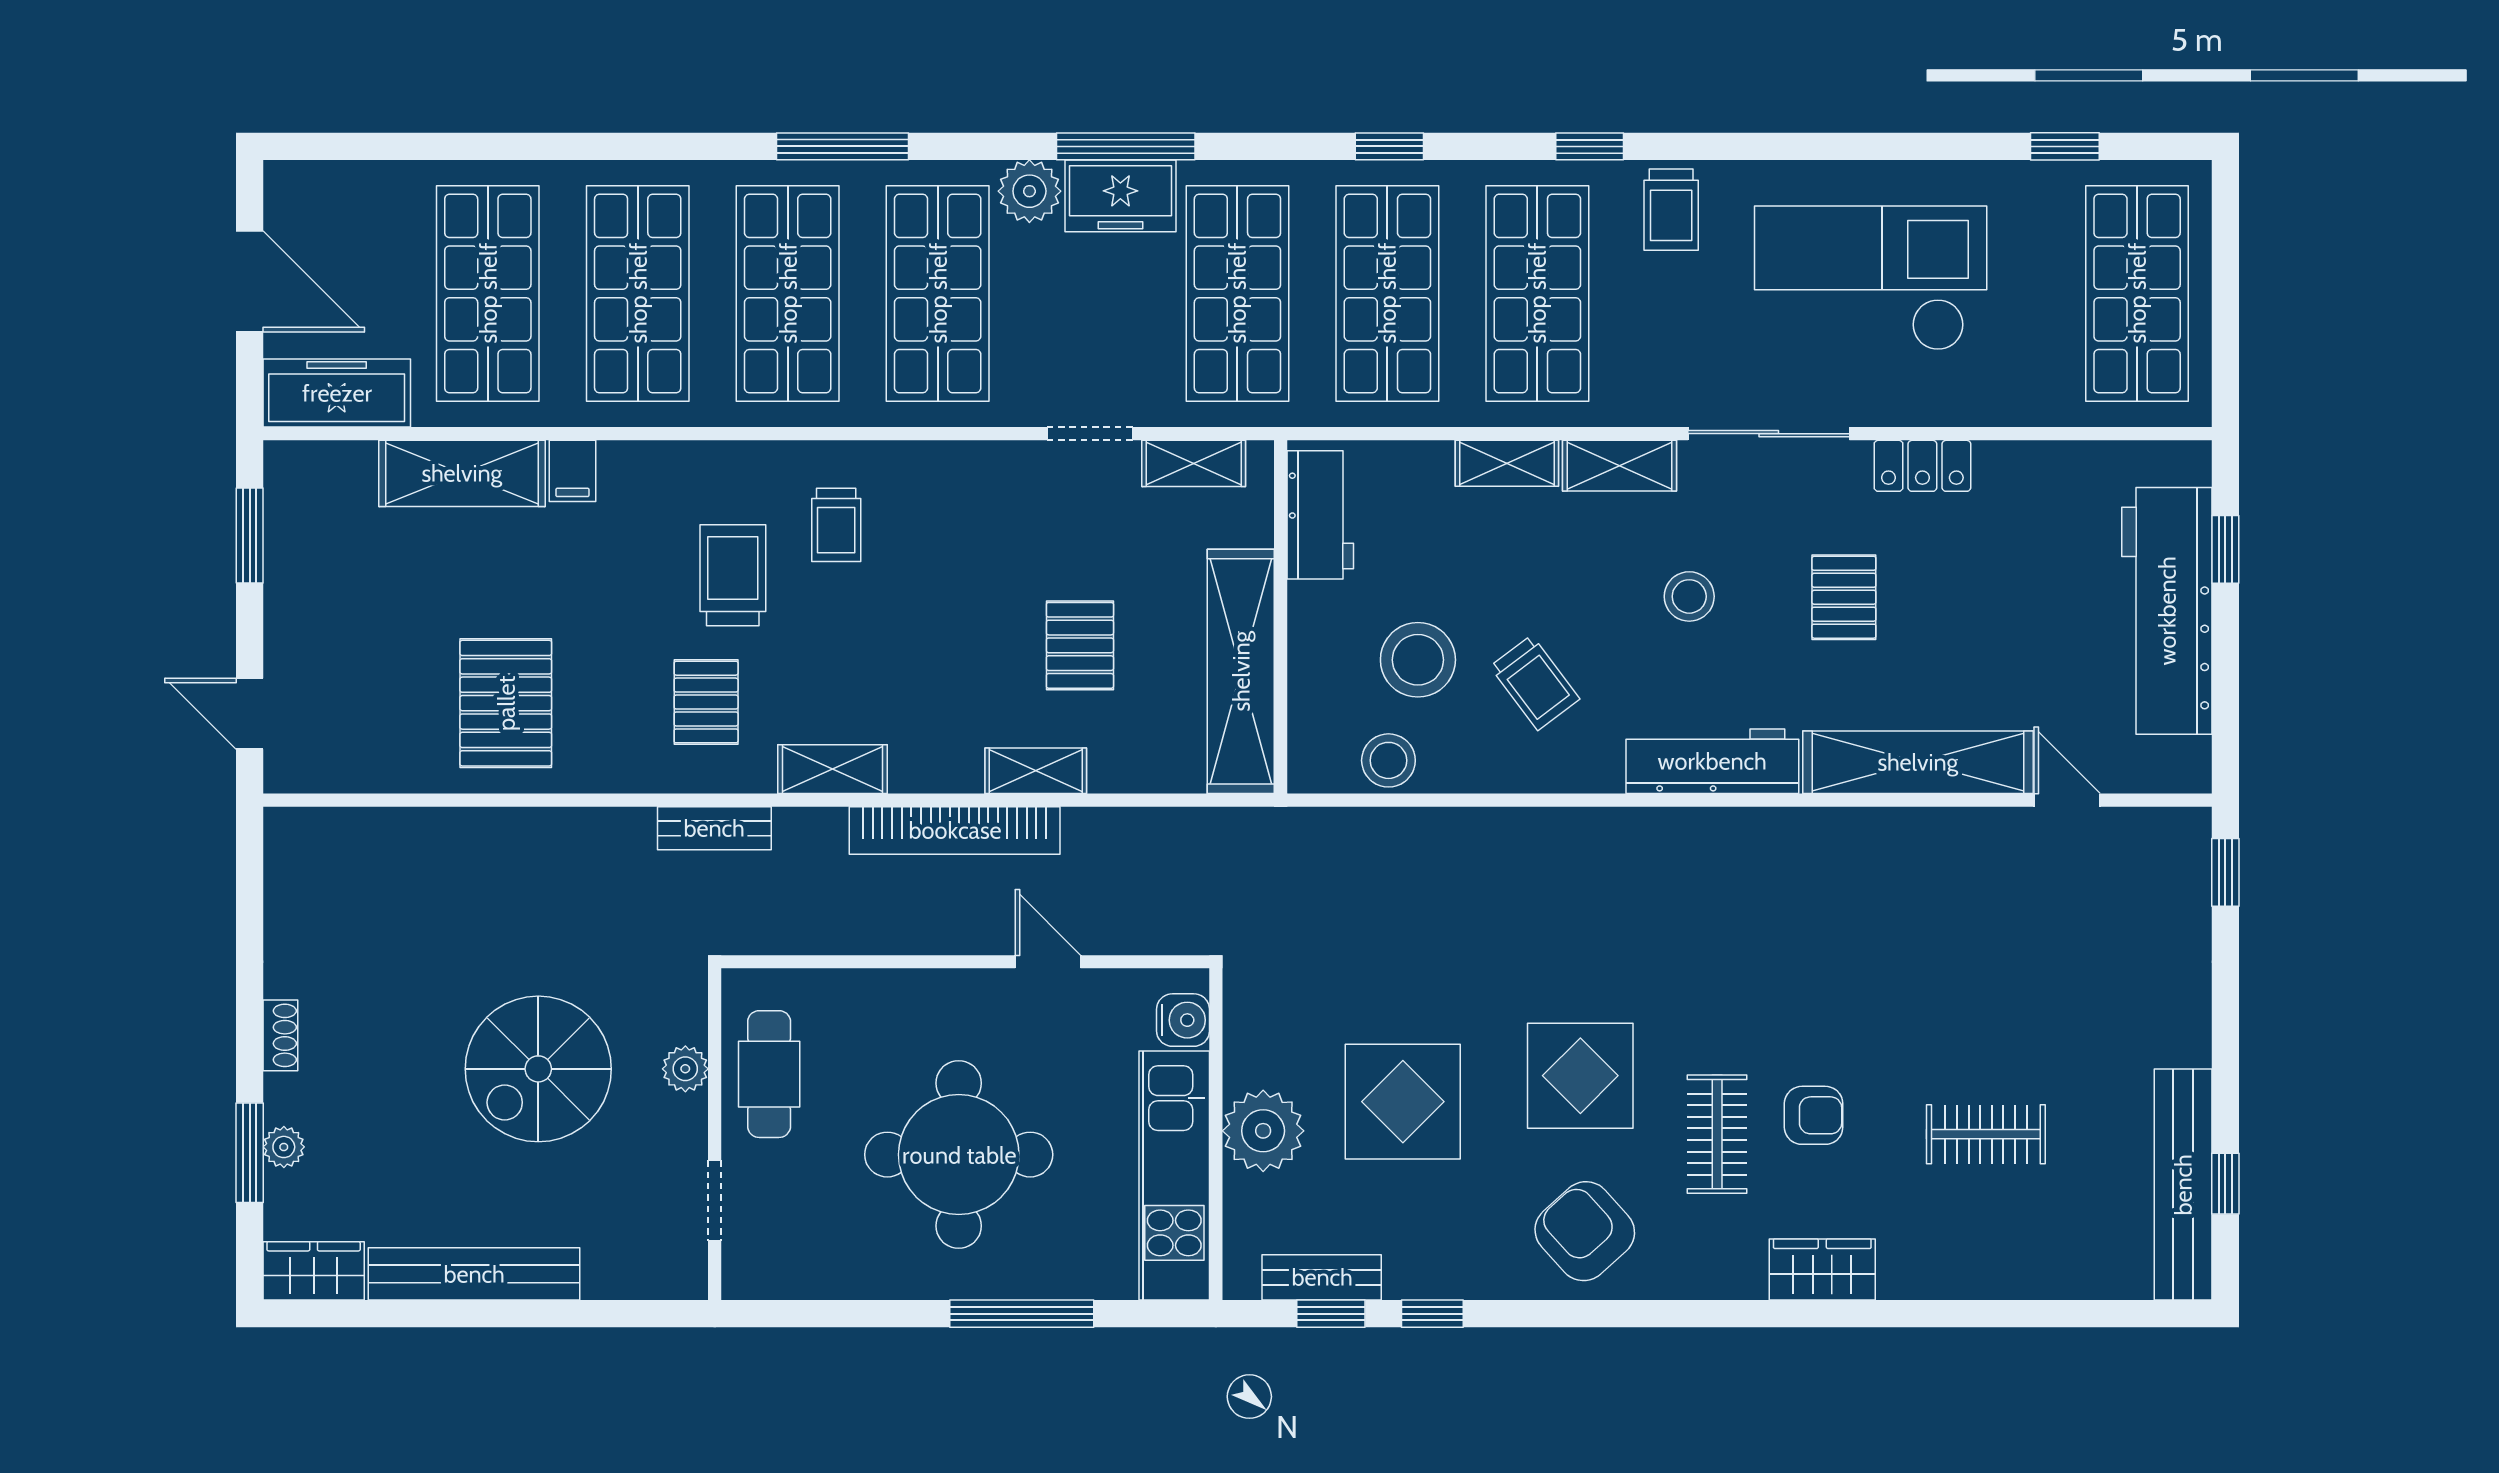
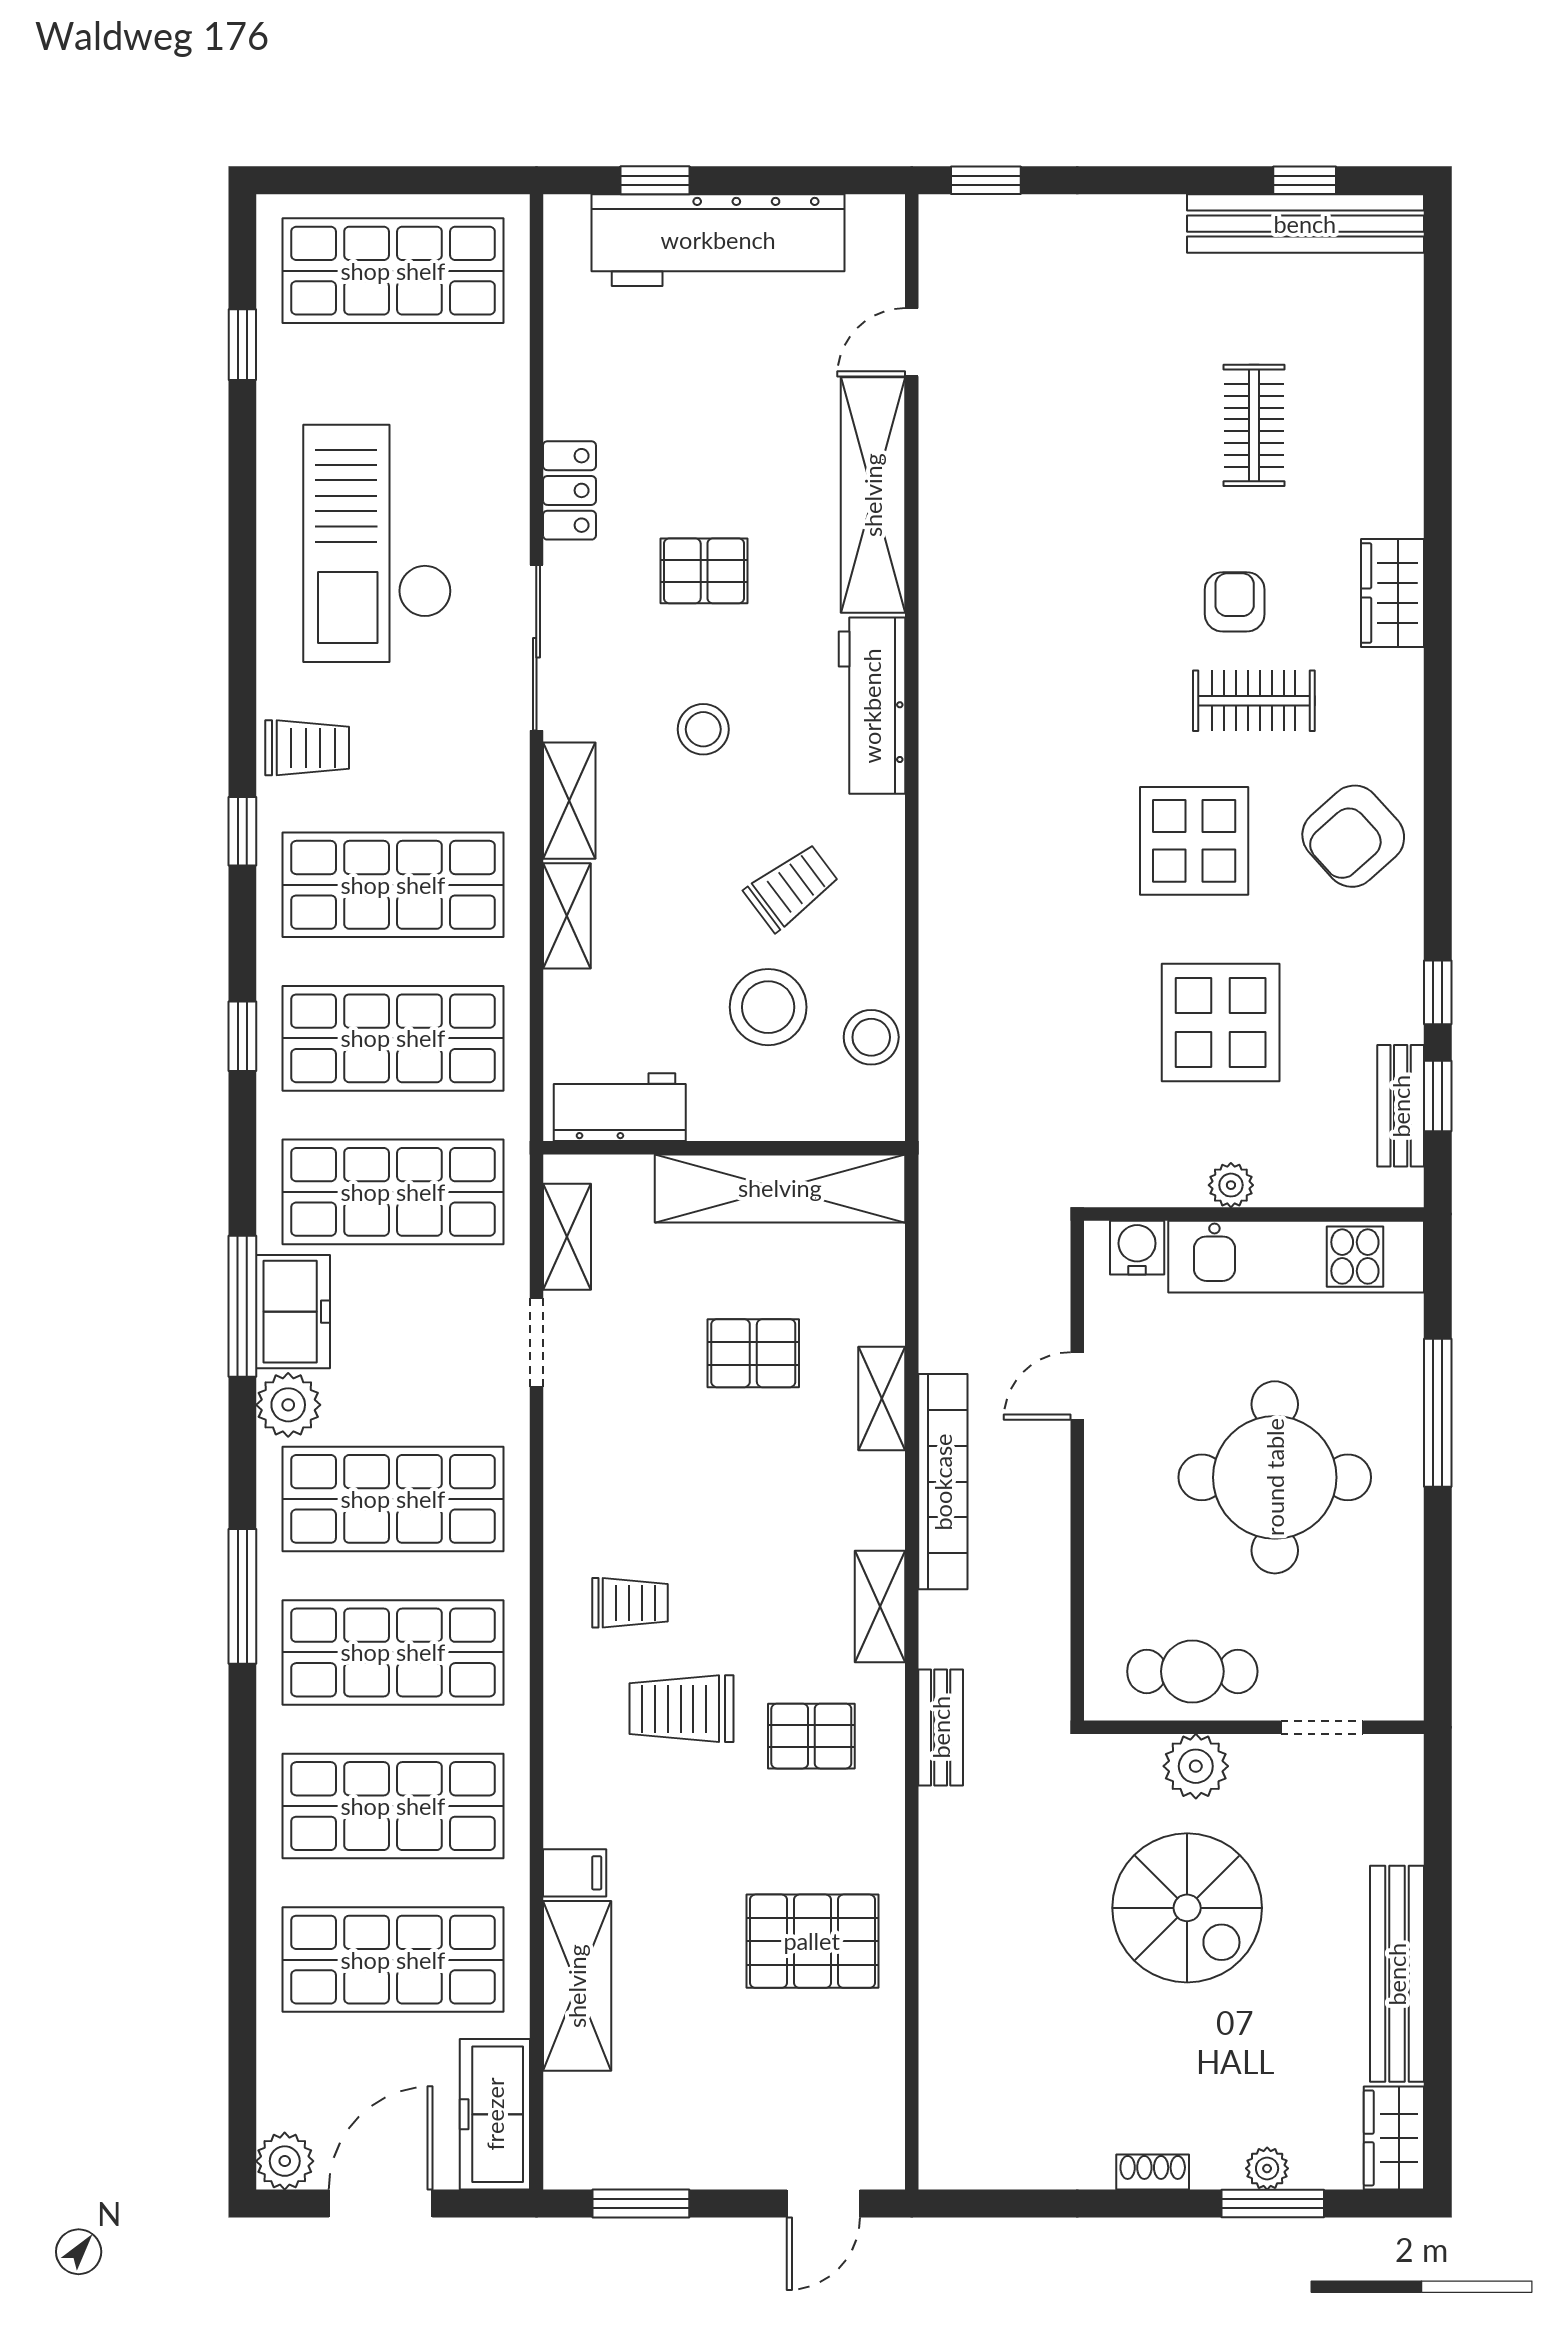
plant: (291, 188) -> (285, 2161), added
plant: (685, 1069) -> (1196, 1766), width x1.38, depth x1.38
plant: (1263, 1131) -> (1231, 1185), width x0.53, depth x0.53

